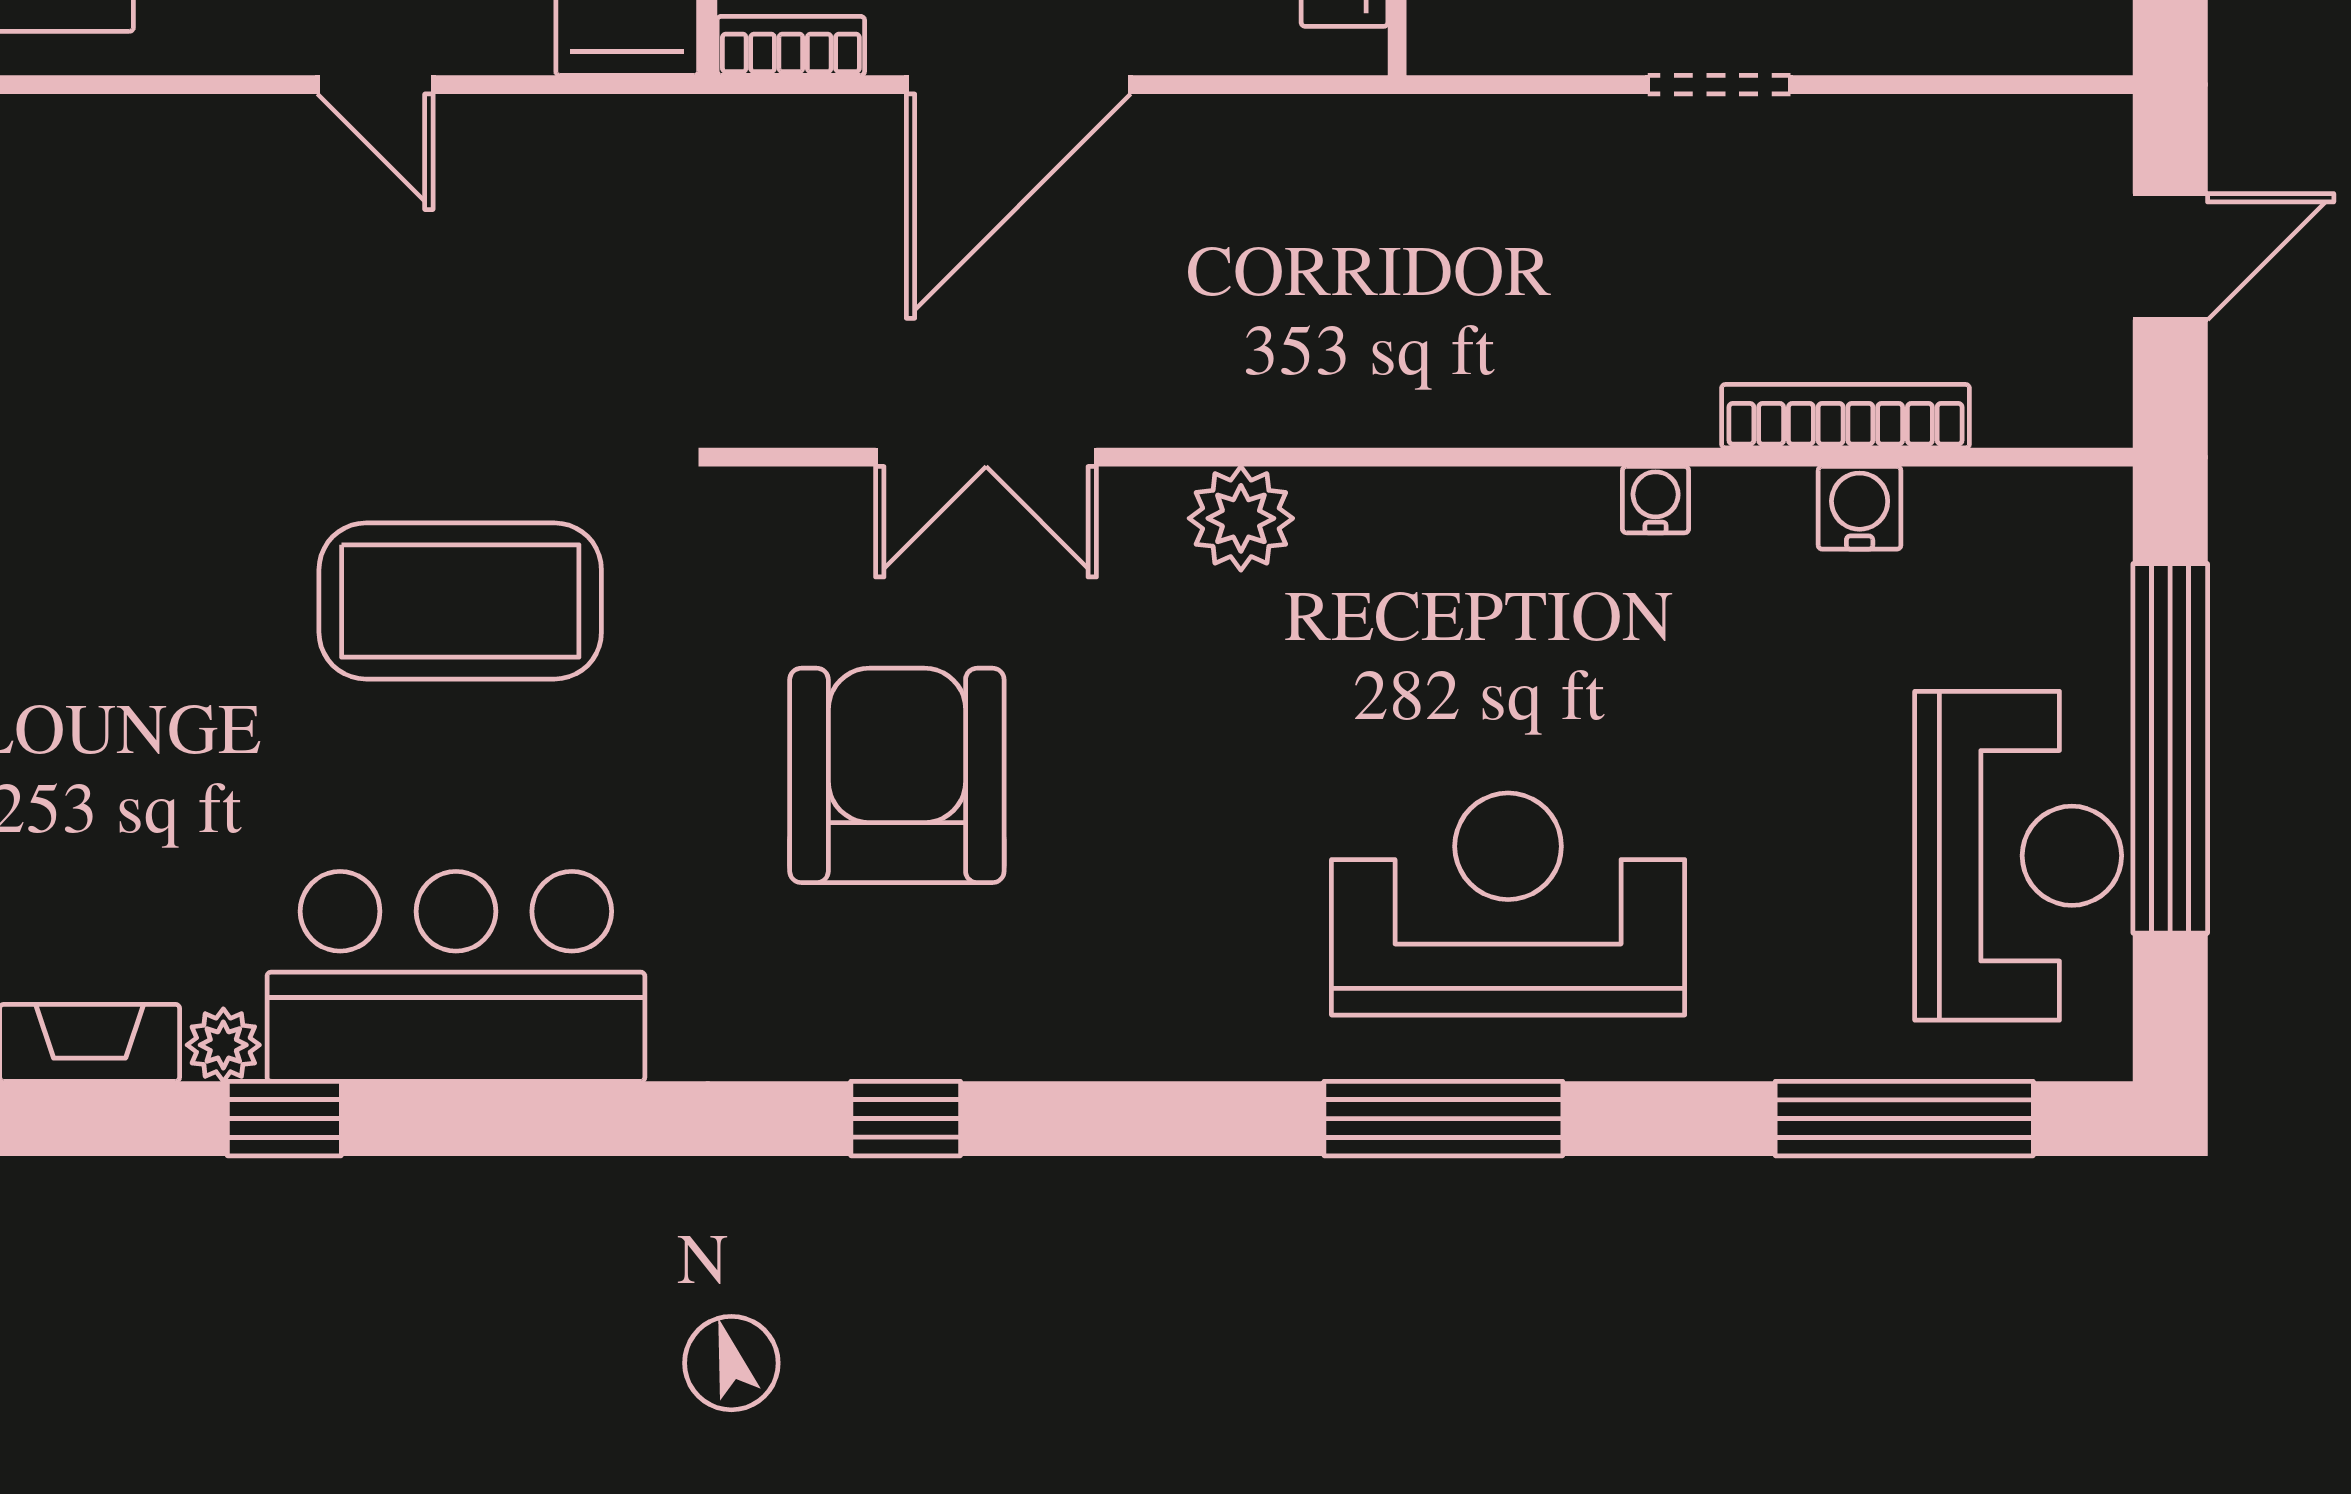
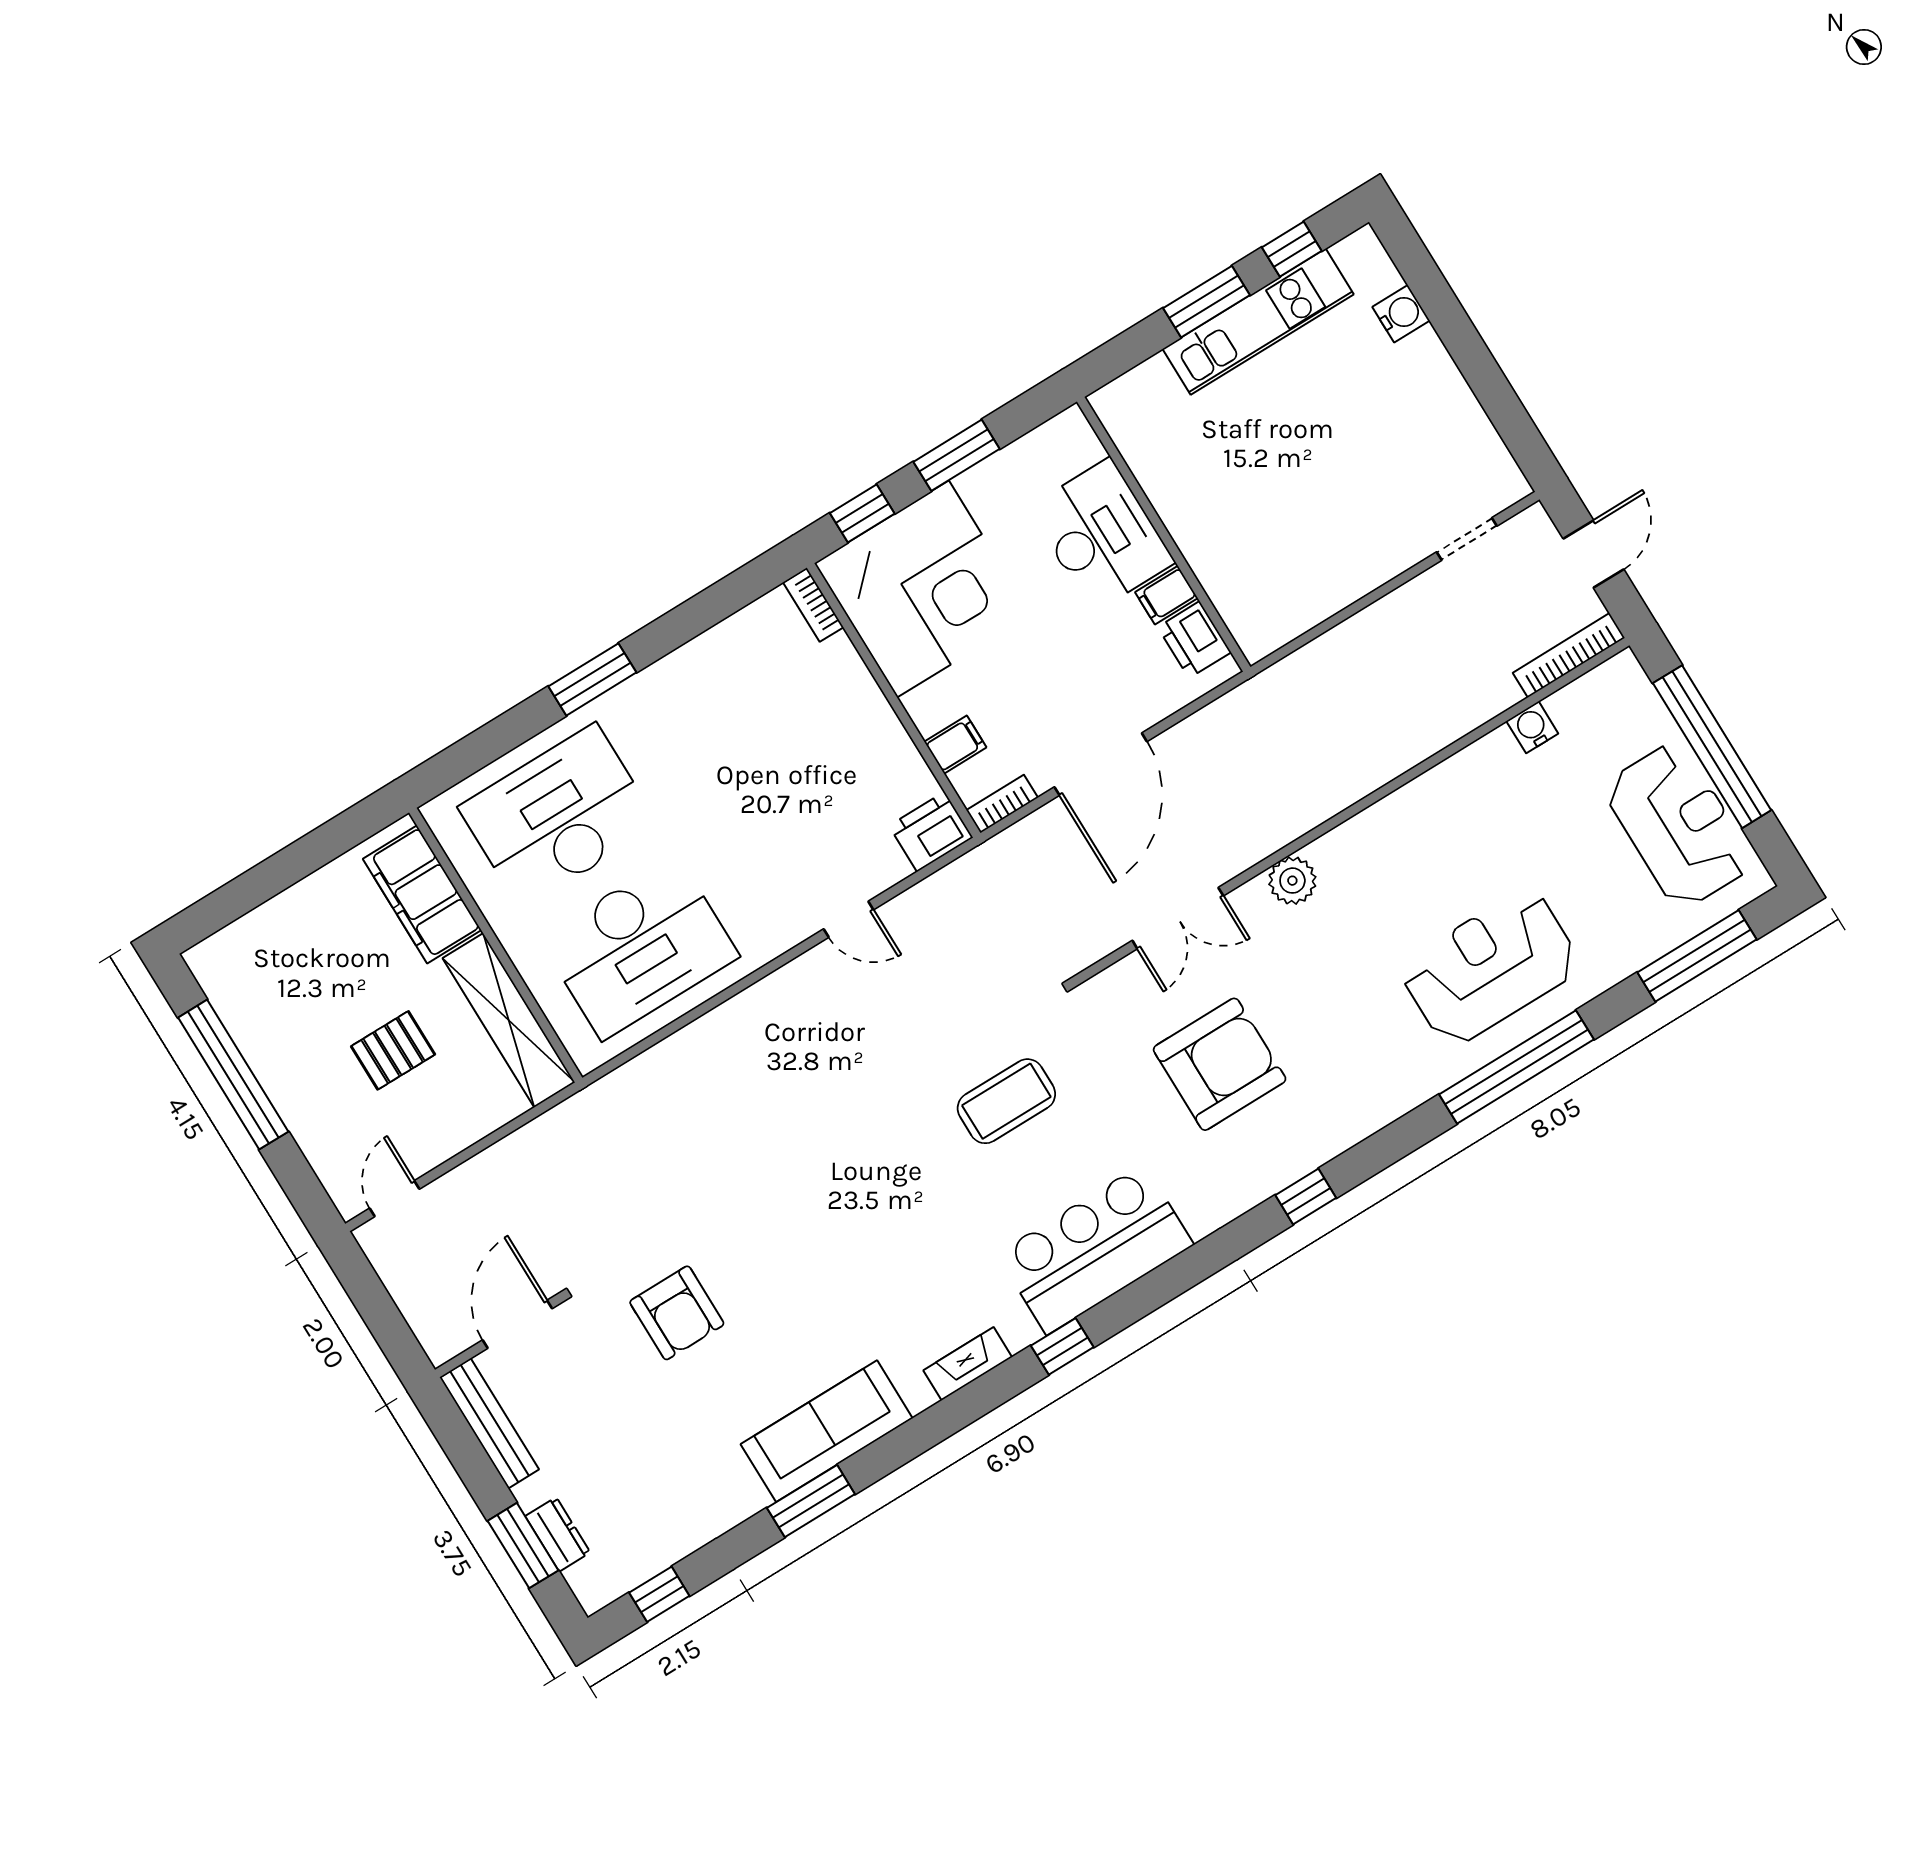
doorway: (1719, 85) -> (1467, 539), moved
bookcase: (1845, 416) -> (1569, 655), moved
water cooler: (1656, 500) -> (1450, 773), removed
coffee table: (460, 601) -> (1006, 1101), width x0.73, depth x0.76
armchair: (897, 775) -> (1220, 1064), turned 90
plant: (223, 1045) -> (1021, 1332), removed
window: (1443, 1119) -> (1516, 1067), width x1.46

